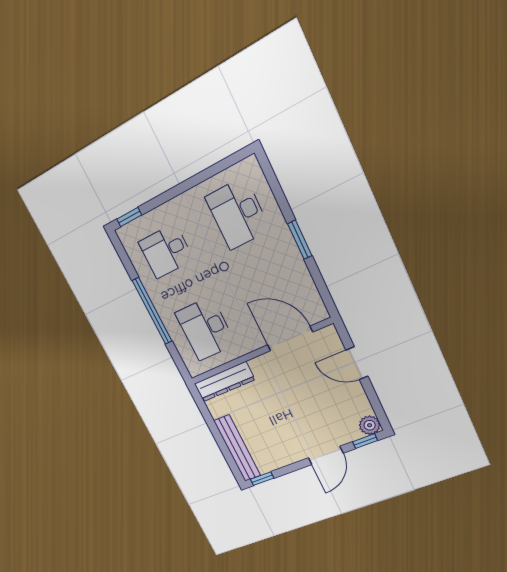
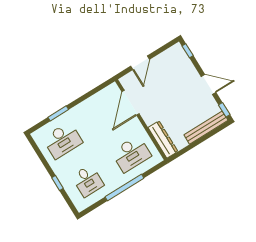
window: (129, 217) -> (57, 183), moved
window: (300, 240) -> (58, 113), moved
plant: (370, 425) -> (177, 50), removed
door: (326, 455) -> (209, 84), moved

